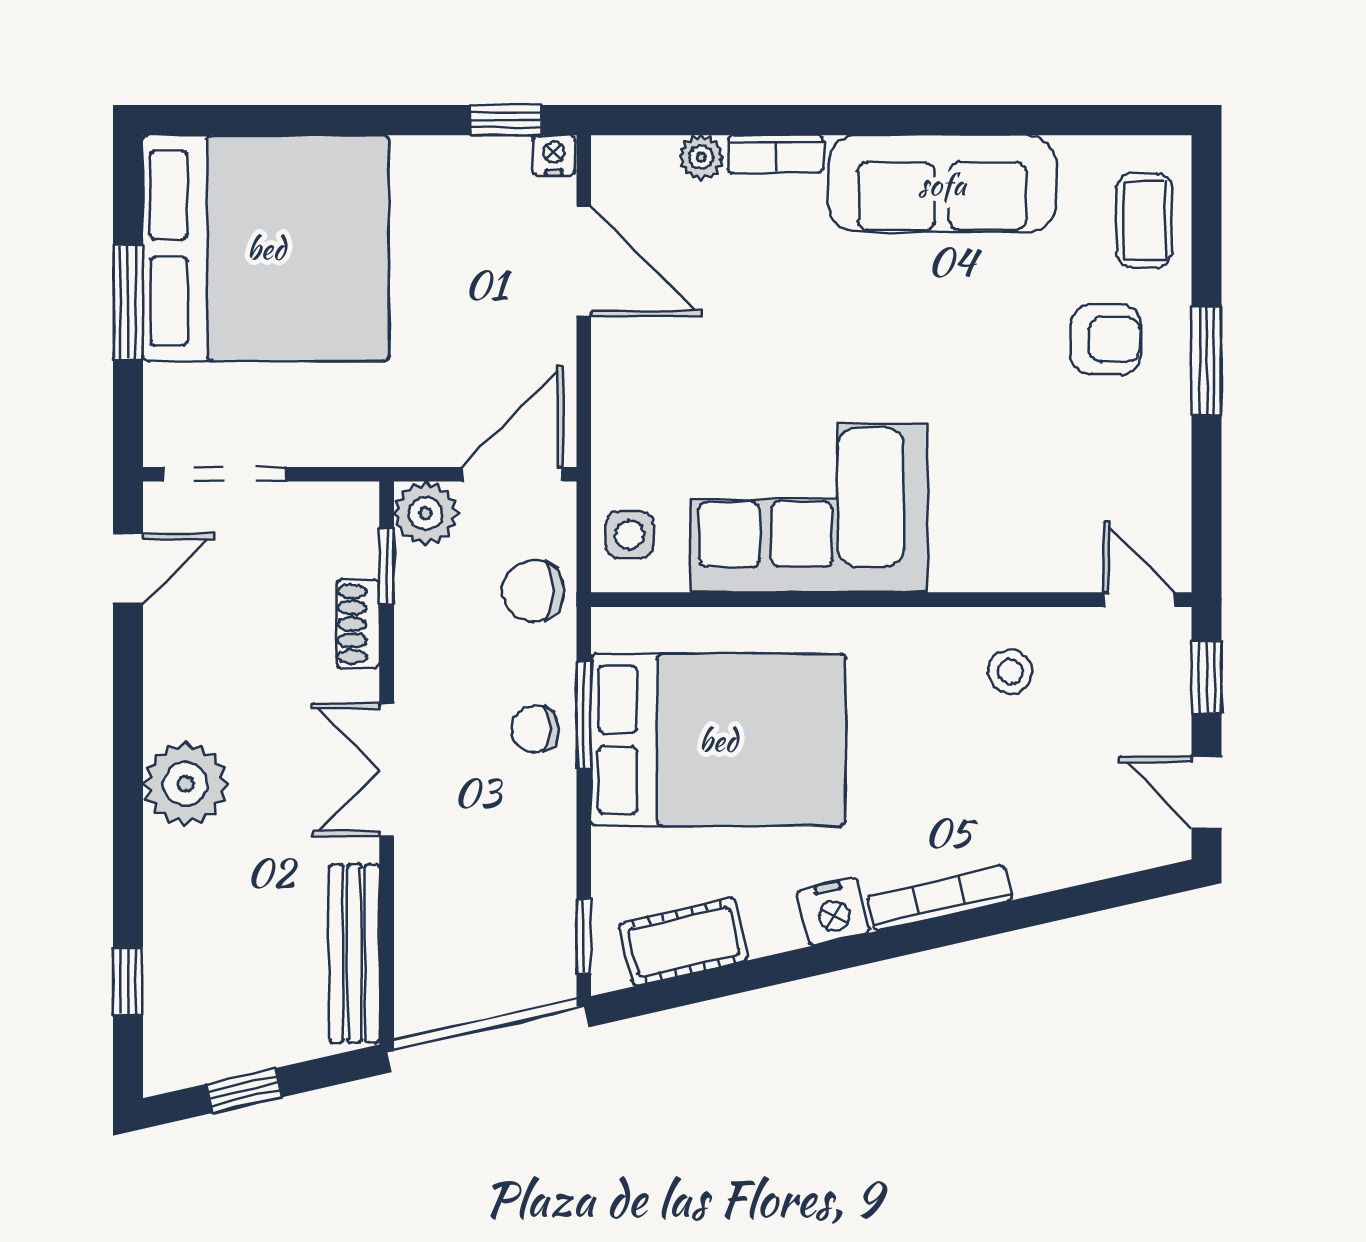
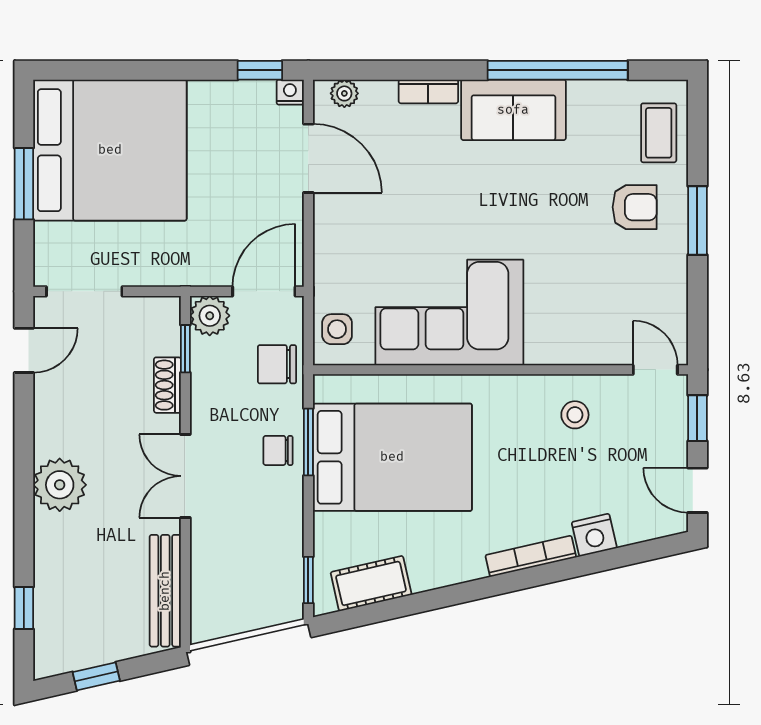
window: (983, 120) -> (558, 70), added
plant: (701, 157) -> (344, 93), moved
sofa: (942, 184) -> (513, 110), width x0.73
nightstand: (833, 912) -> (594, 535), moved

